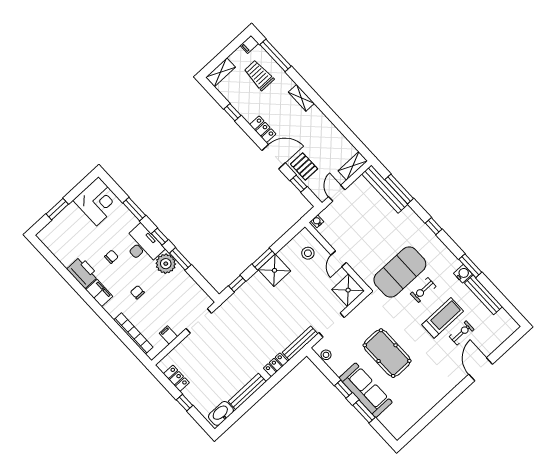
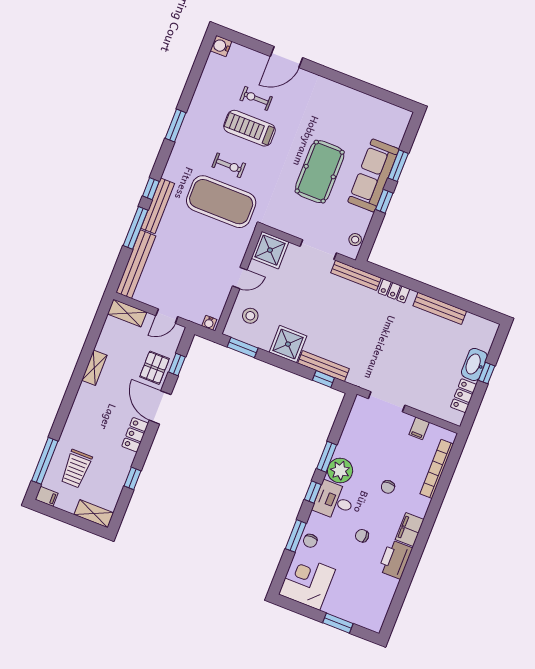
shelving: (301, 98) -> (94, 368), moved
window: (399, 189) -> (136, 228), moved
chair: (126, 218) -> (310, 541), added
desk: (143, 245) -> (334, 501), width x0.73
window: (264, 259) -> (243, 348), moved
water cooler: (463, 274) -> (221, 46), moved
bench: (246, 288) -> (323, 366), added
bench: (483, 295) -> (158, 206), moved
washbasin: (221, 413) -> (474, 364), moved, turned 90

